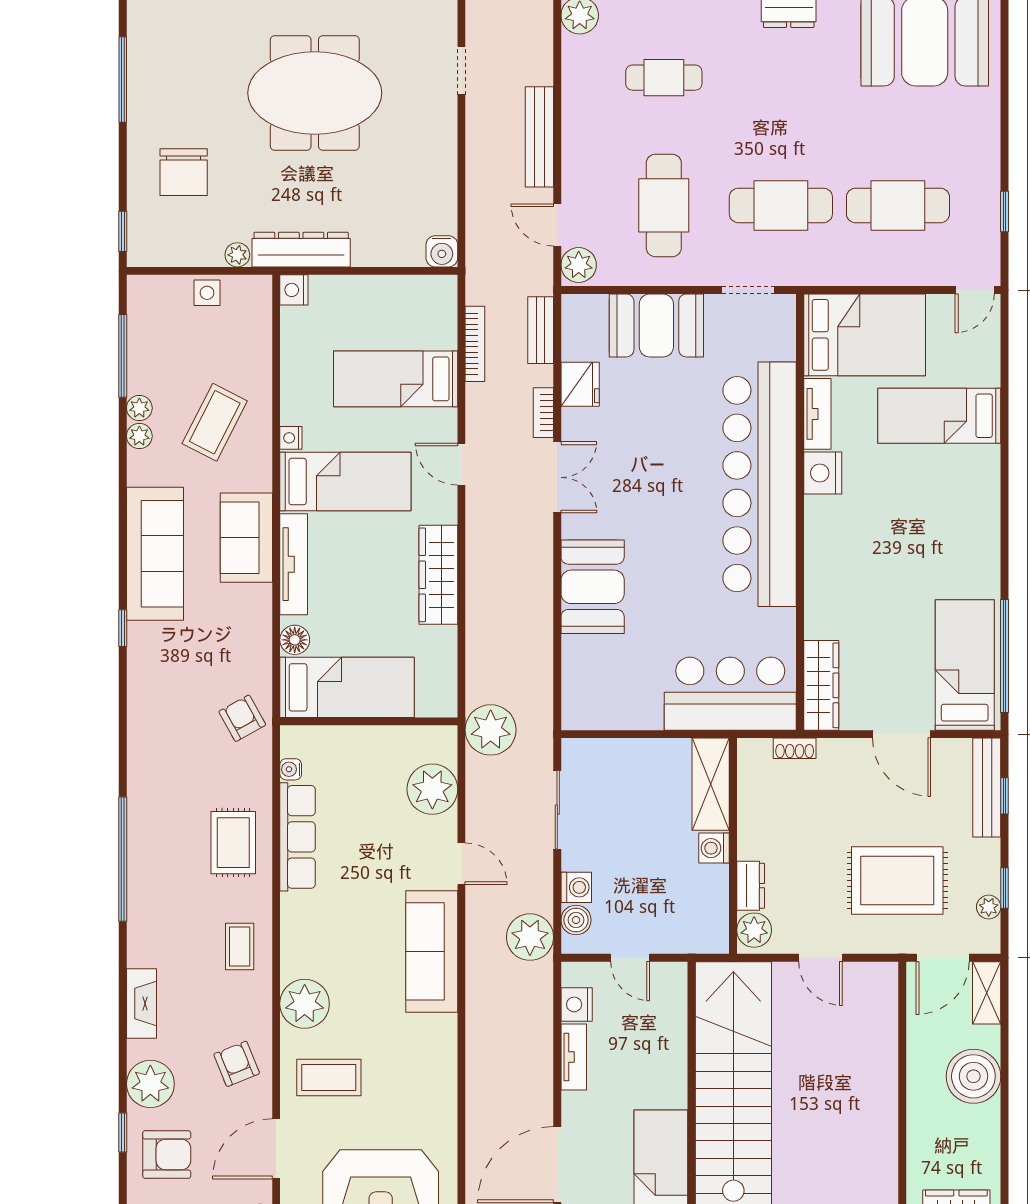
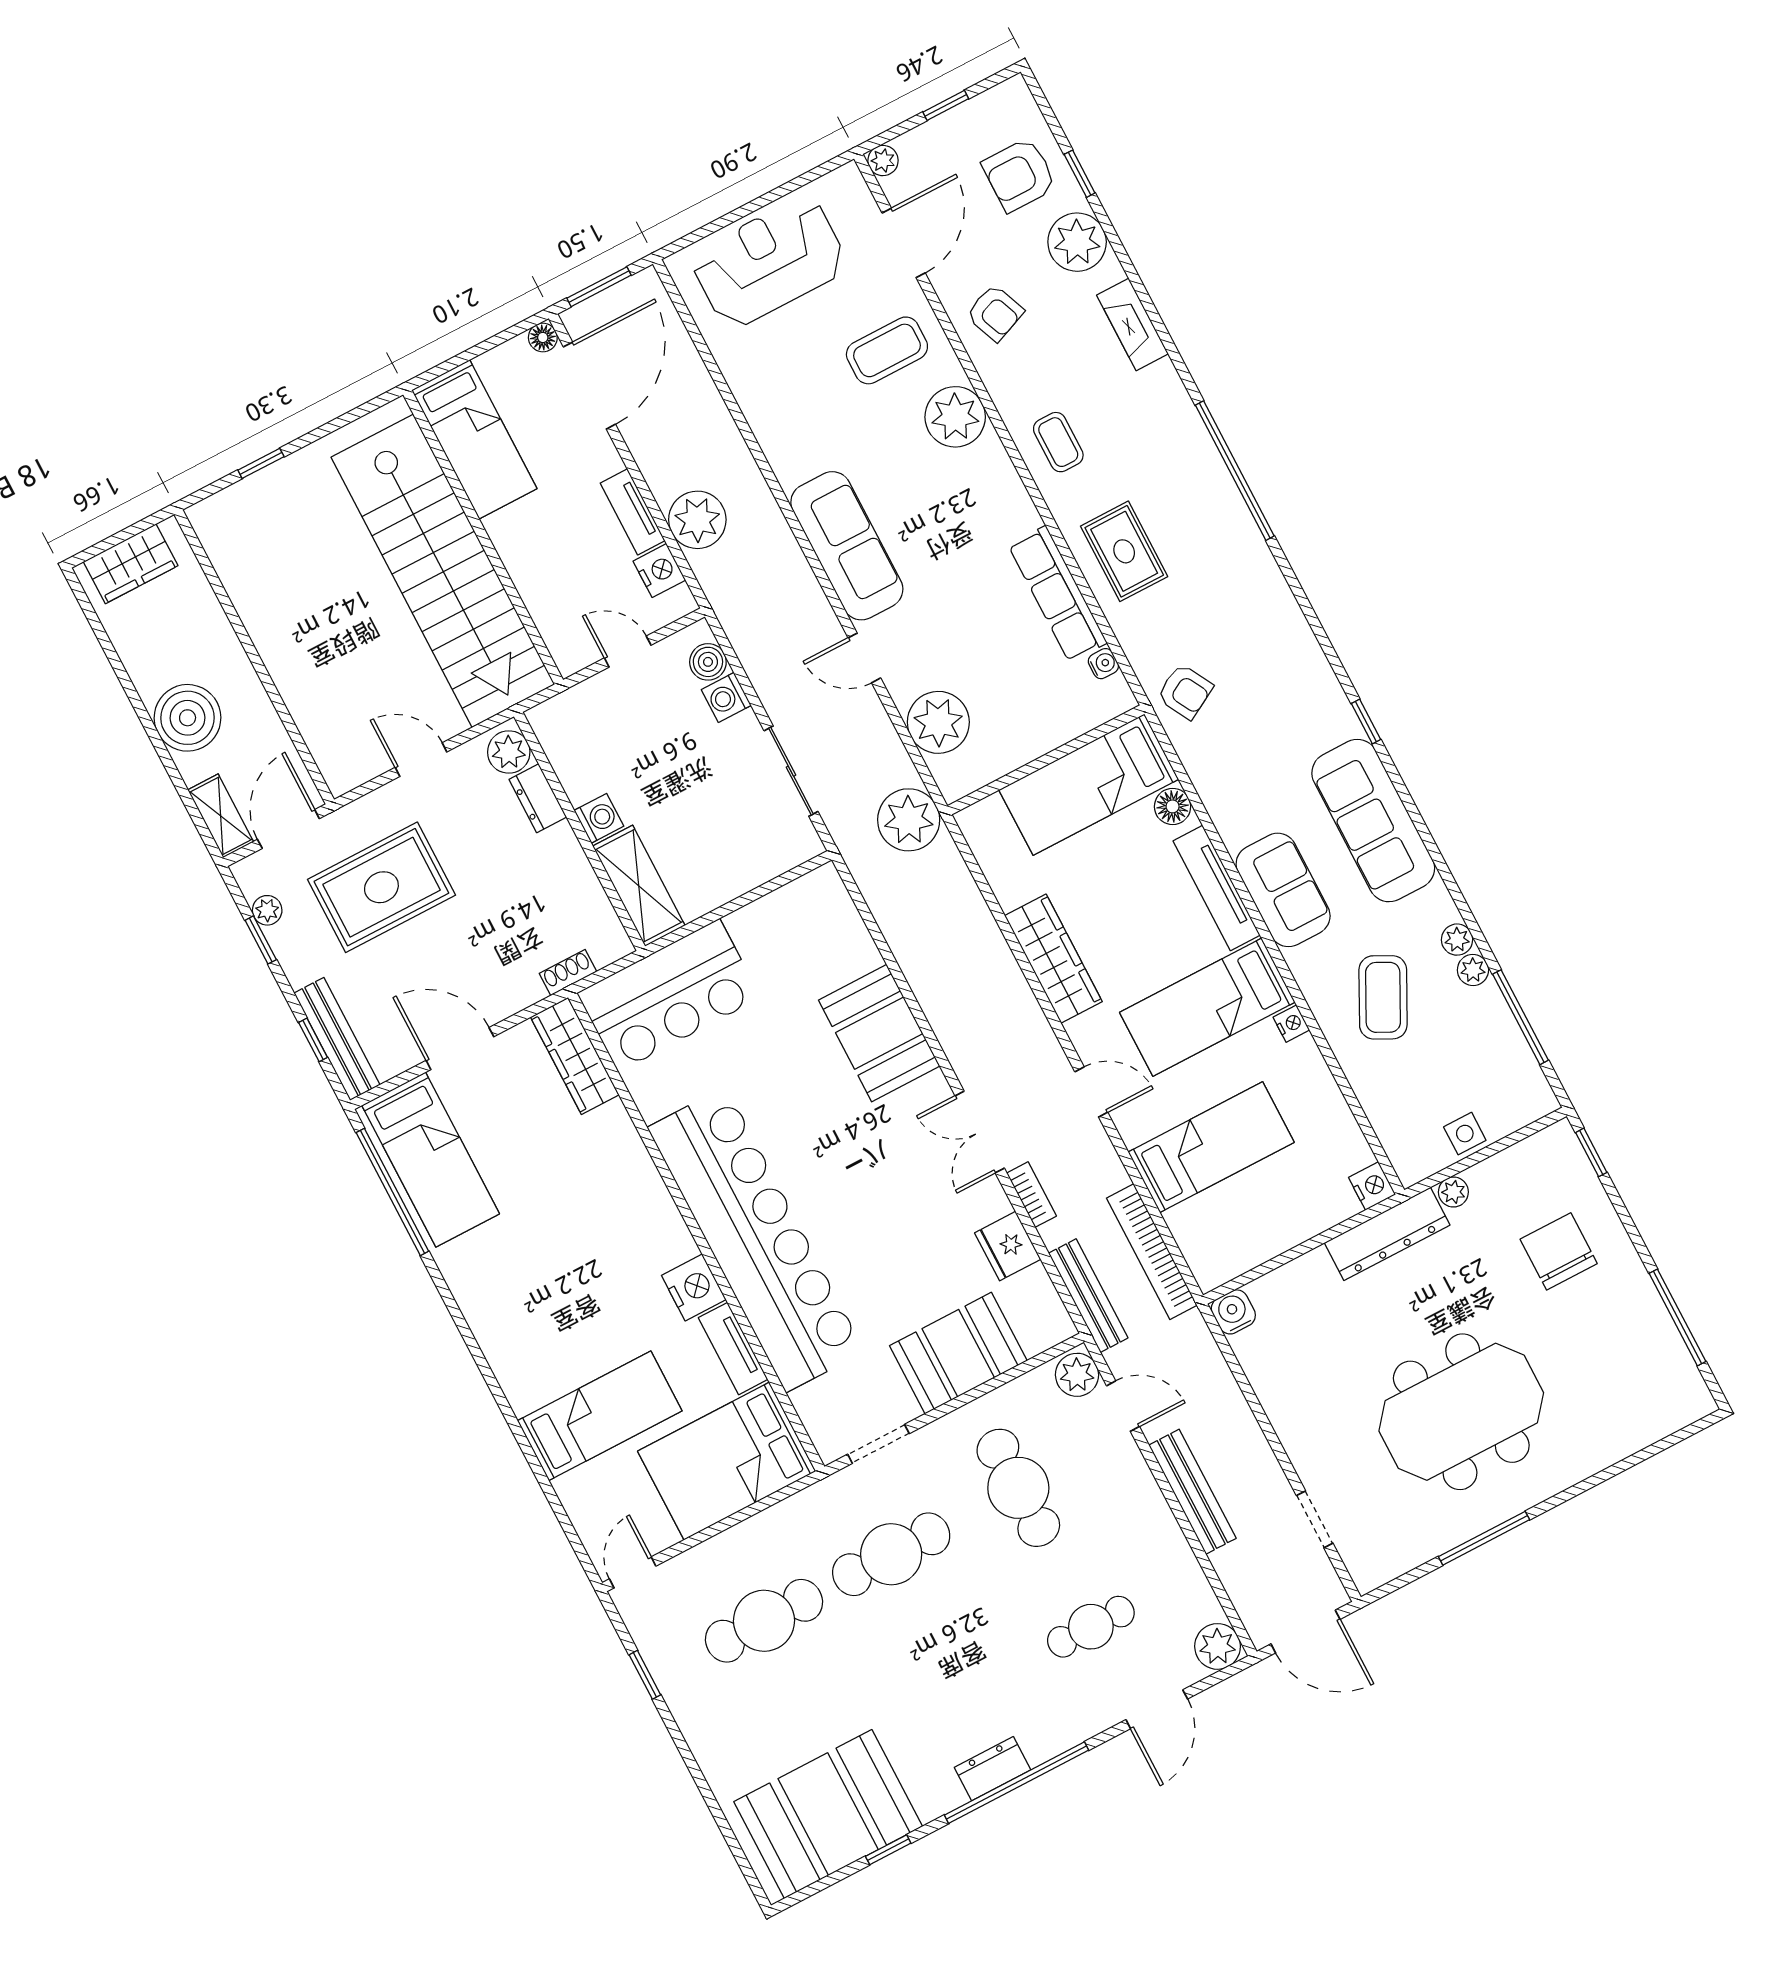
bench: (541, 330) -> (1088, 1296), width x1.36
bookcase: (475, 344) -> (1152, 1252), width x1.48, depth x1.31
plant: (530, 937) -> (697, 520), moved

